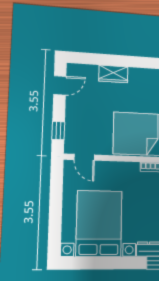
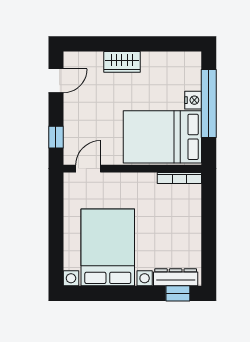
door: (84, 157) -> (88, 169), swing flipped

